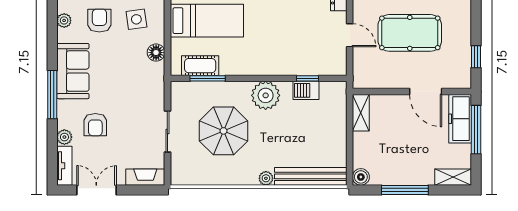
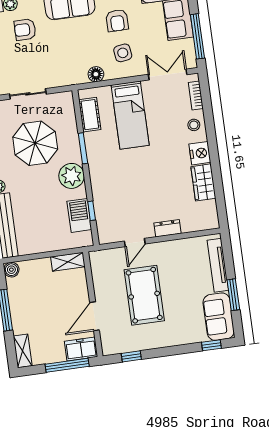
armchair: (99, 21) -> (117, 20), turned 90
window: (208, 78) -> (83, 148), moved
barbecue: (306, 90) -> (79, 215), width x1.38, depth x1.27
freezer: (460, 119) -> (81, 349), width x0.71

